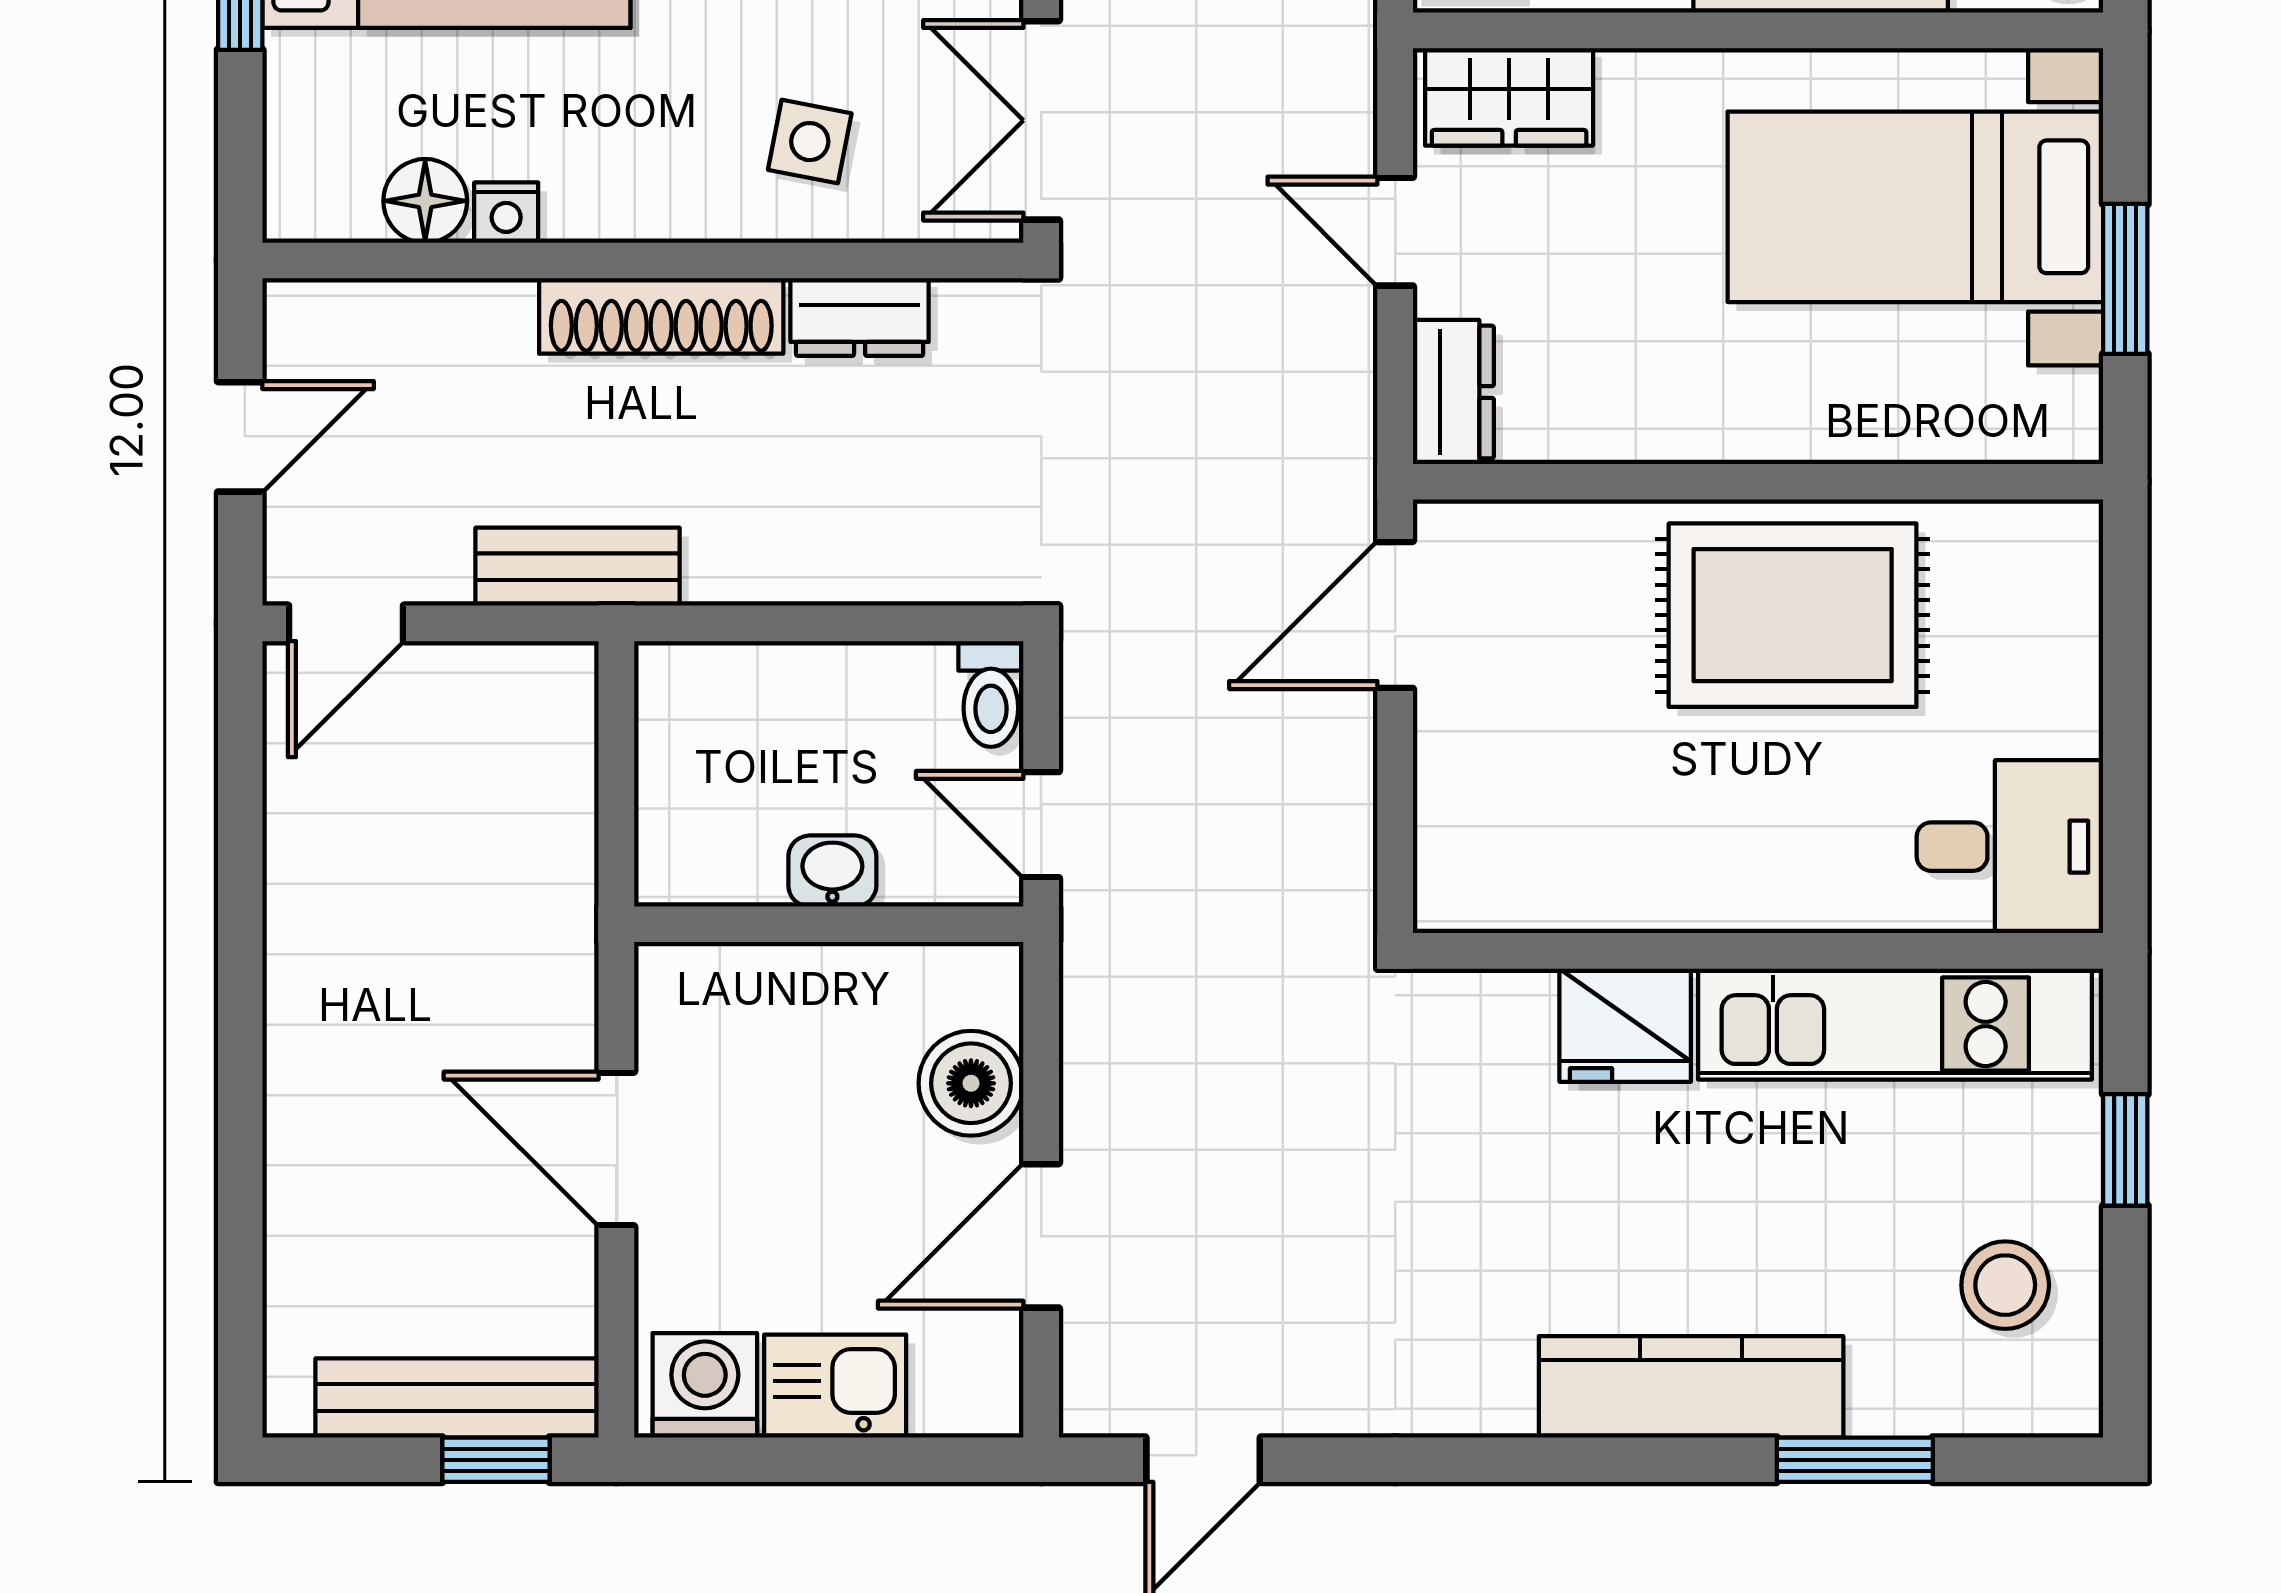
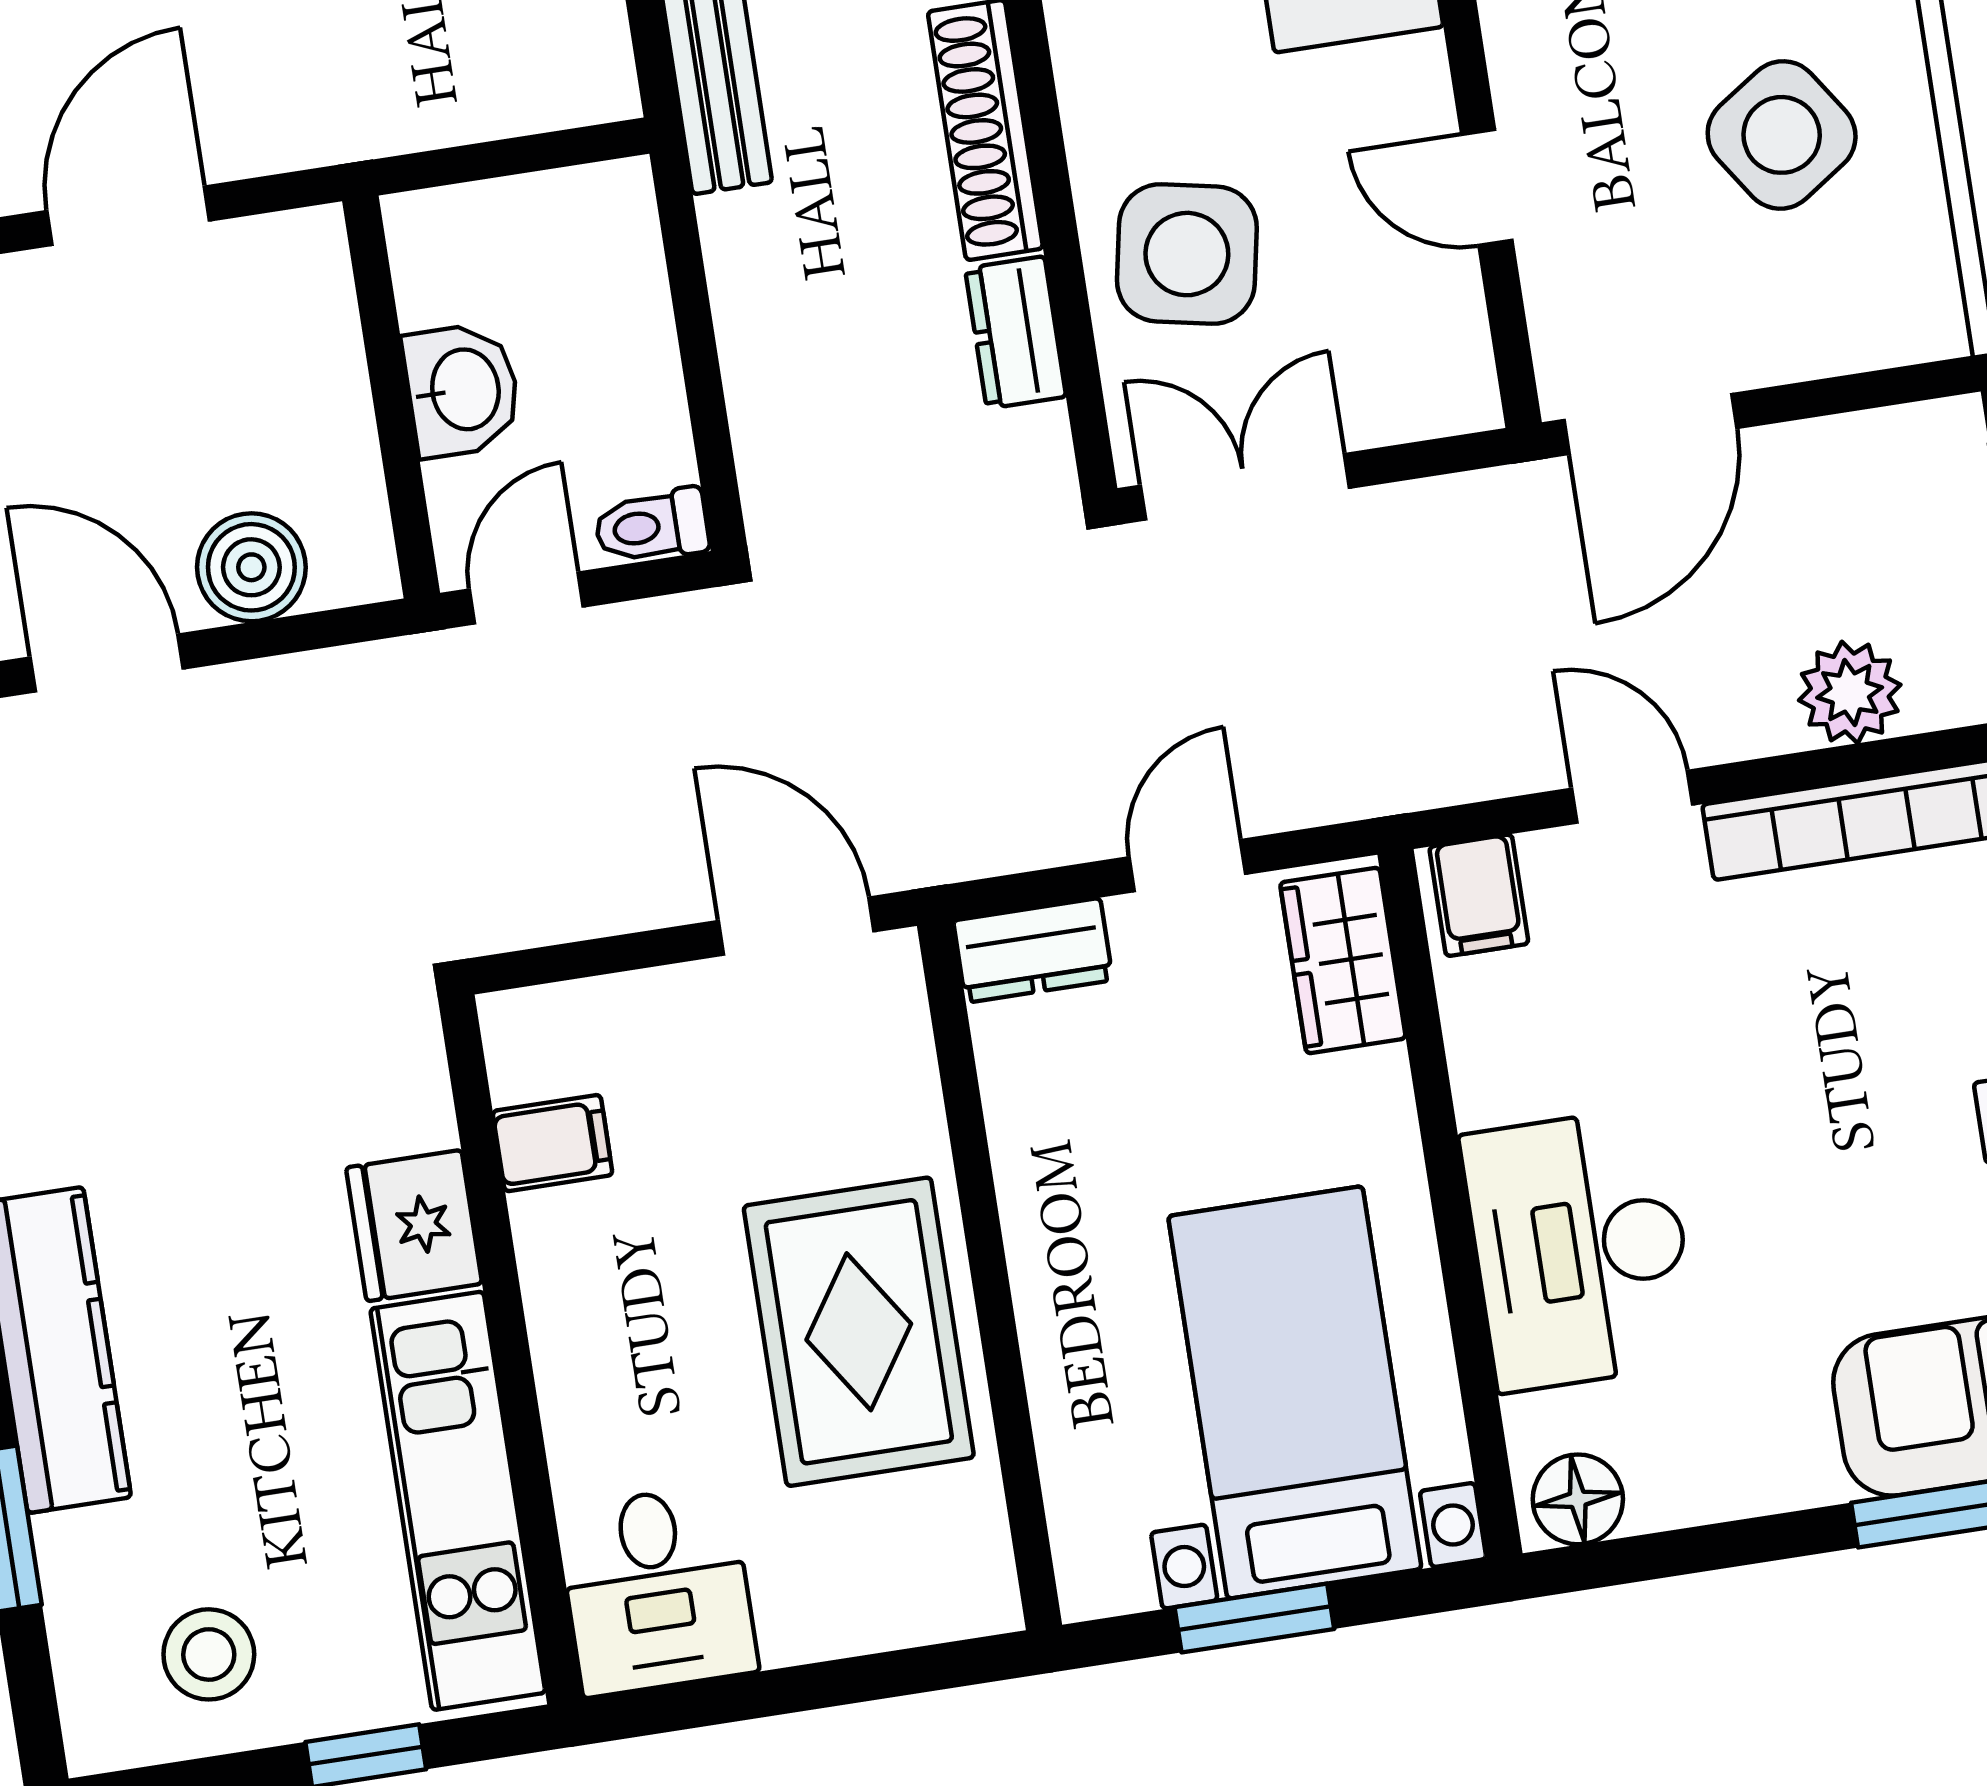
side table: (810, 142) -> (1187, 254), width x1.87, depth x1.87
washbasin: (832, 871) -> (462, 390), width x1.38, depth x1.45
filing cabinet: (1567, 880) -> (553, 1143), added

